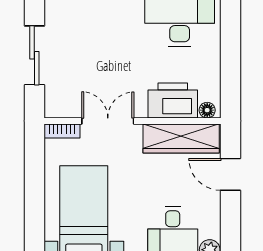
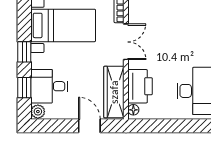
door: (231, 174) -> (89, 126), hinge flipped

